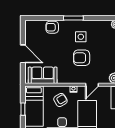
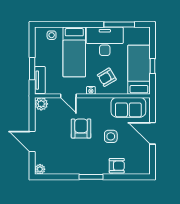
side table: (81, 37) -> (111, 136), moved
armchair: (82, 58) -> (81, 129), turned -90
door: (92, 85) -> (68, 96), swing flipped

